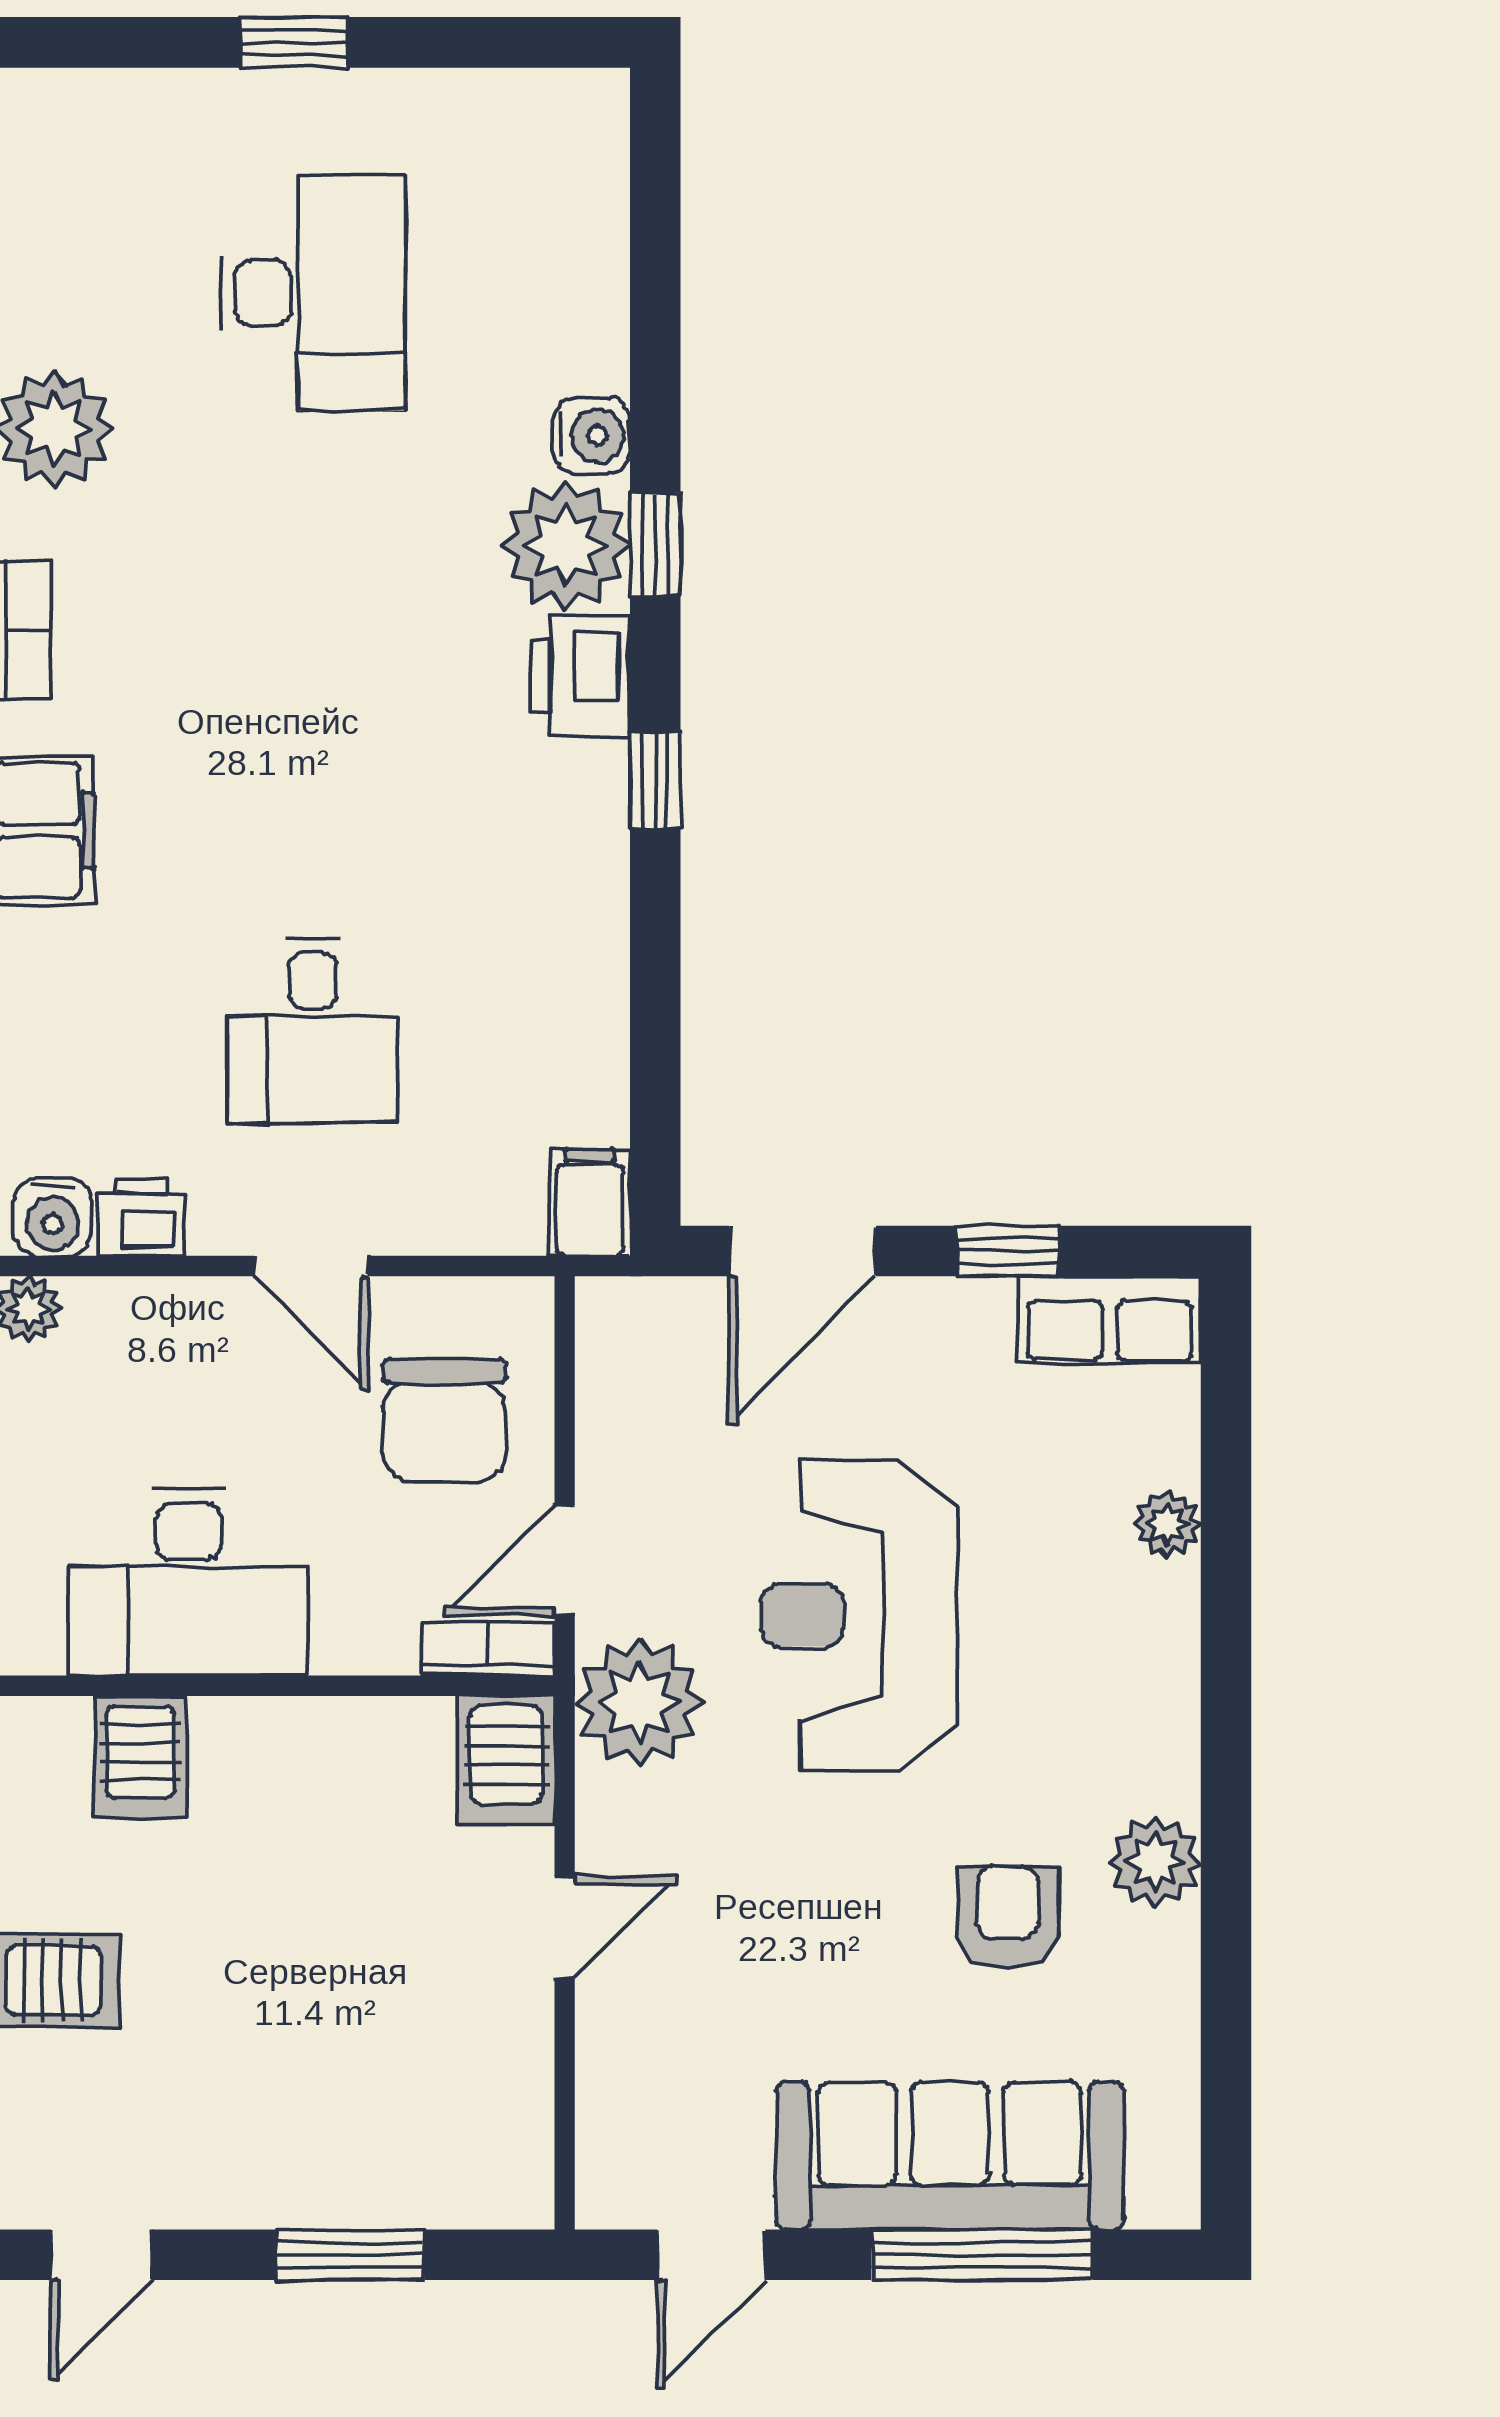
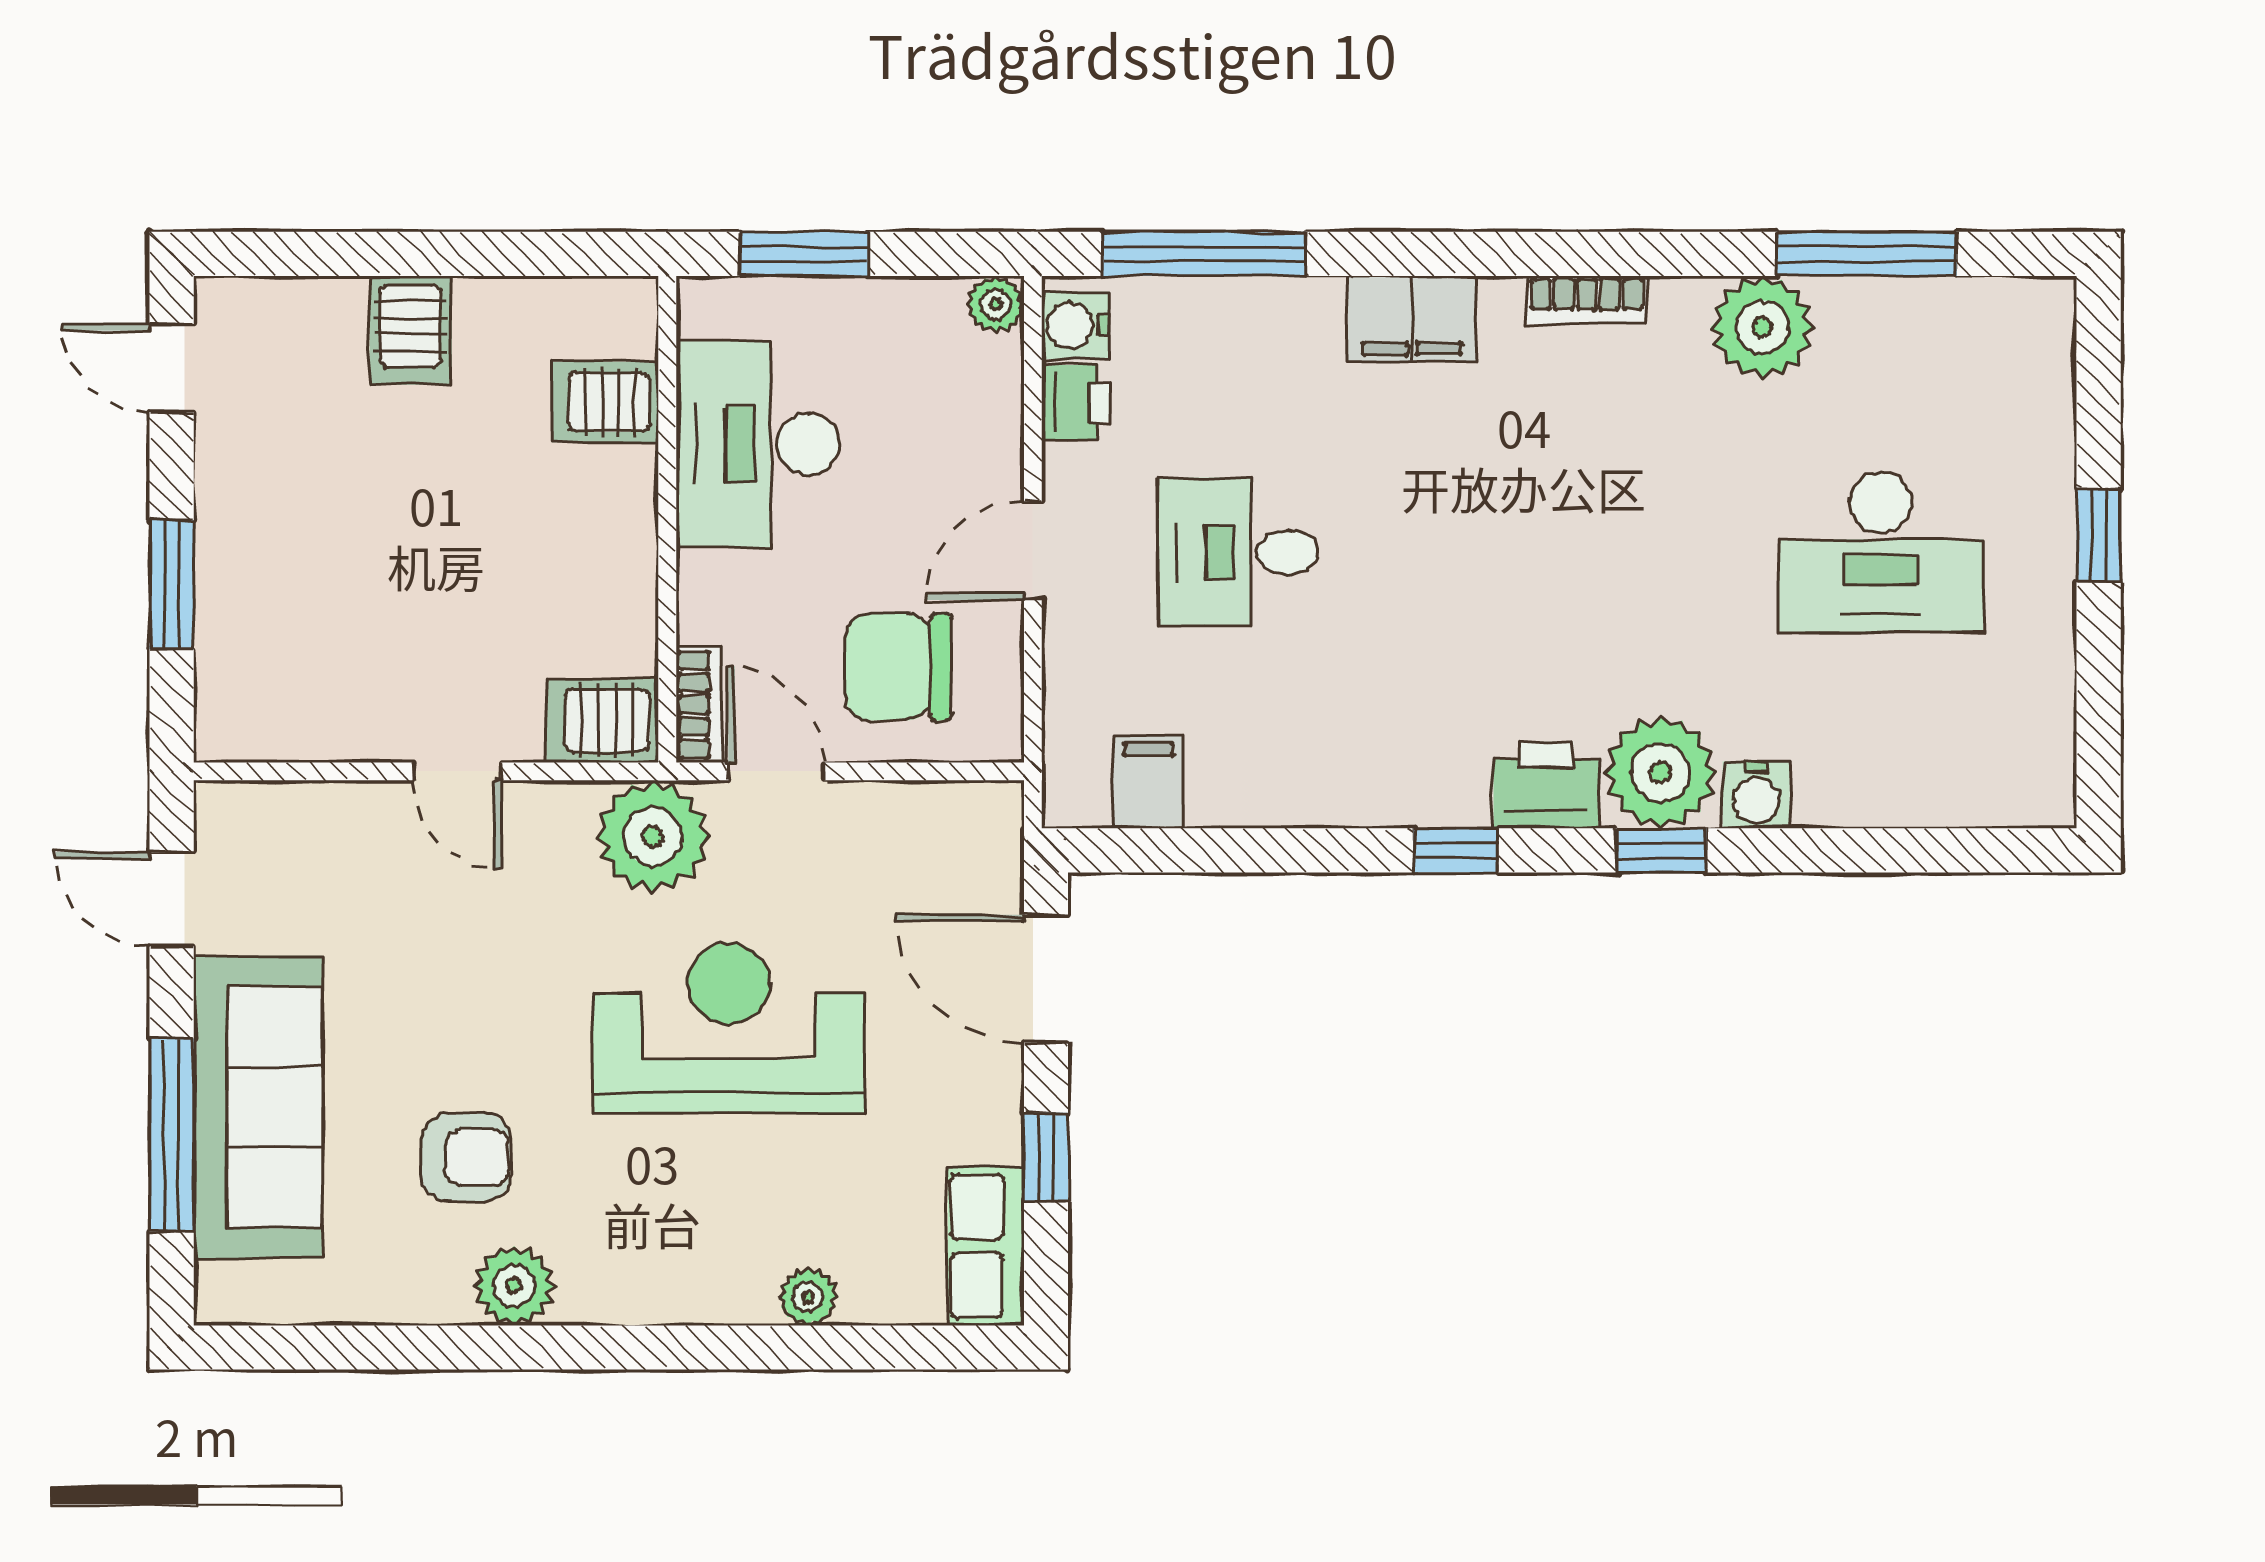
filing cabinet: (590, 1202) -> (1148, 782), moved, turned -90

